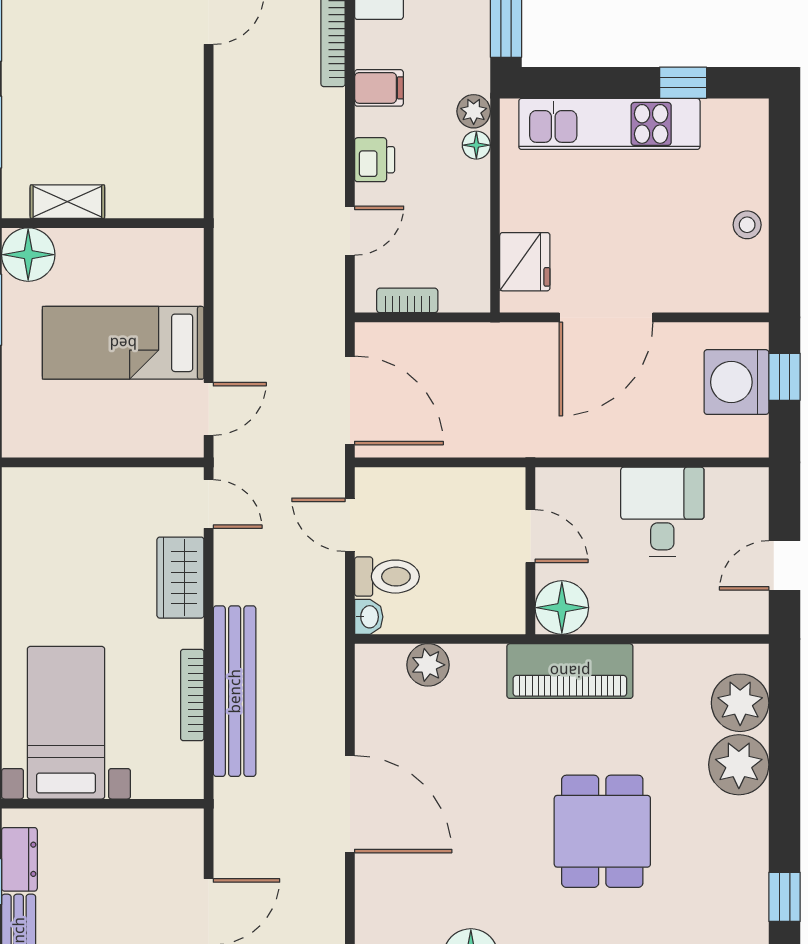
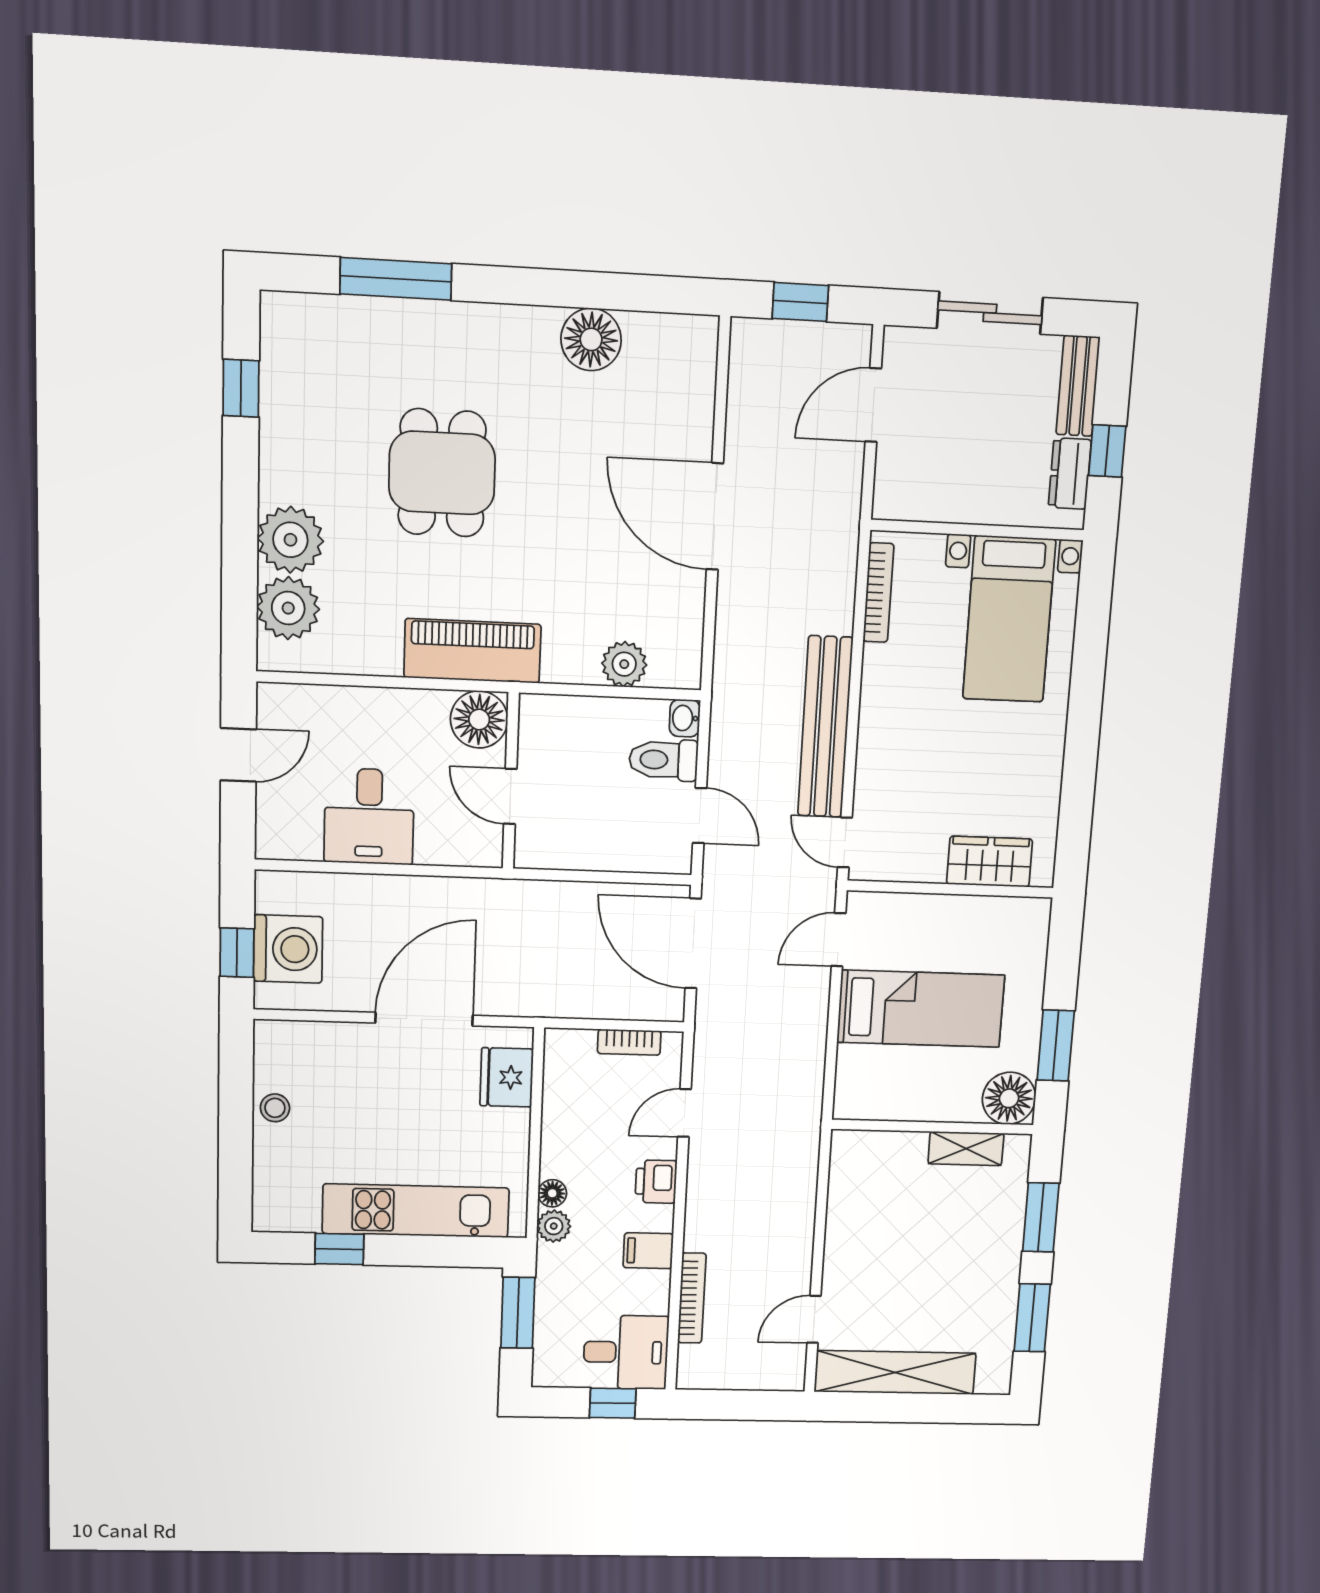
wardrobe: (180, 578) -> (990, 862), moved, turned -90
bench: (235, 691) -> (825, 727), moved
bookcase: (192, 695) -> (878, 593), moved

